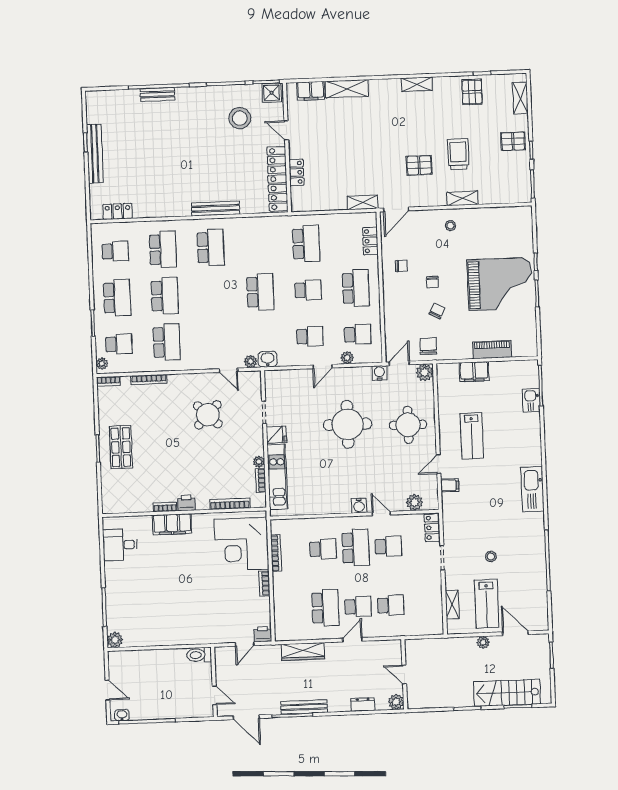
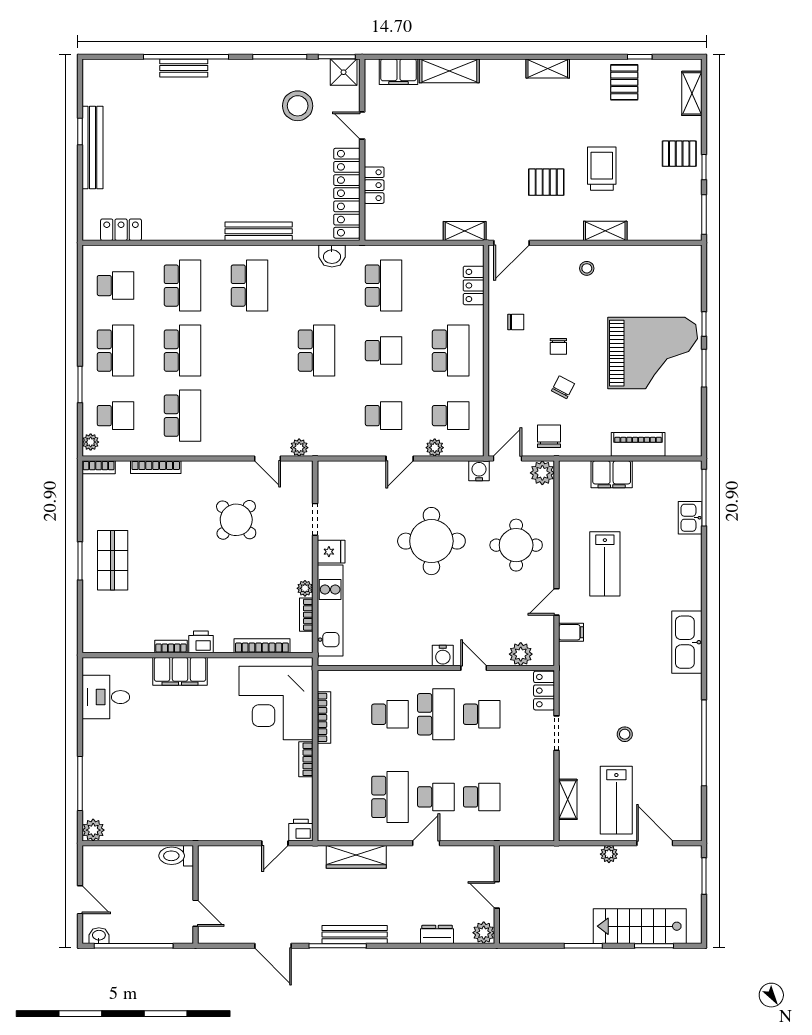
washbasin: (268, 359) -> (332, 256), moved, turned 180
toilet: (199, 655) -> (176, 856), moved
wall: (214, 682) -> (195, 894), moved
door: (214, 695) -> (195, 913), moved

